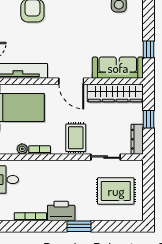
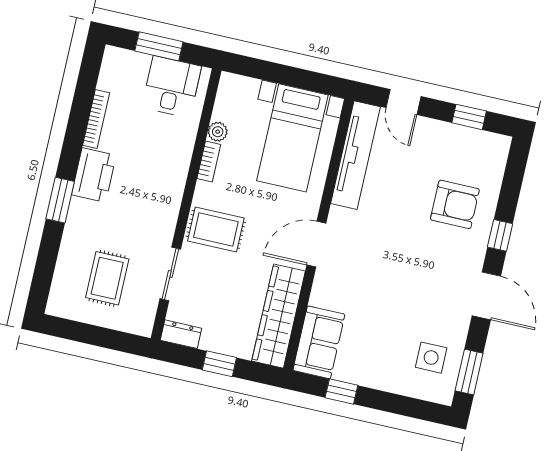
sofa: (118, 68) -> (319, 342), width x0.73
dresser: (137, 139) -> (181, 334), width x0.70
rug: (116, 191) -> (107, 278), width x0.73, depth x0.70

